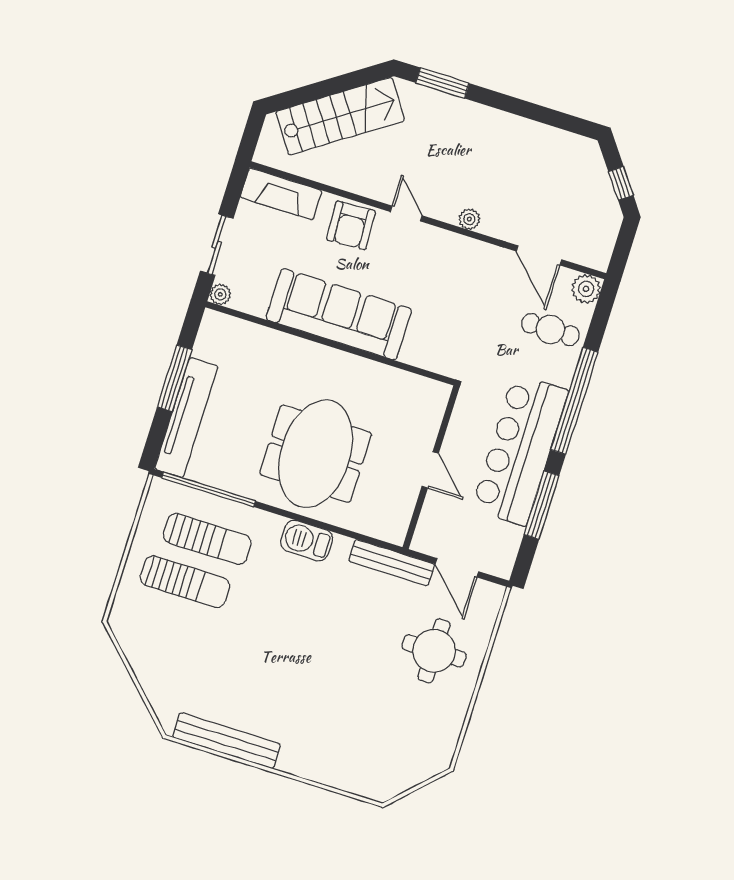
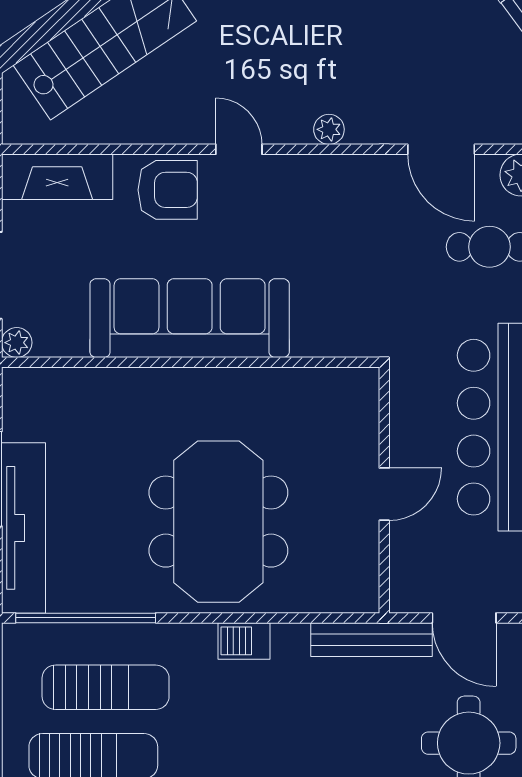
armchair: (351, 225) -> (168, 190), turned -87
door: (430, 470) -> (384, 494), hinge flipped
barbecue: (307, 541) -> (244, 641), width x0.73, depth x0.79

